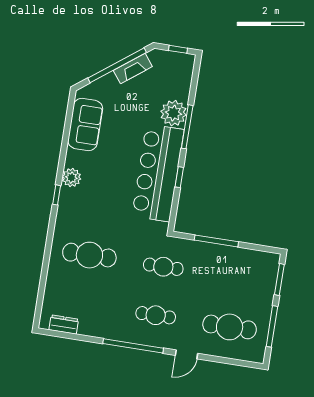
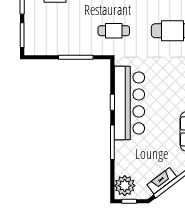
plant: (174, 113) -> (125, 186), moved

